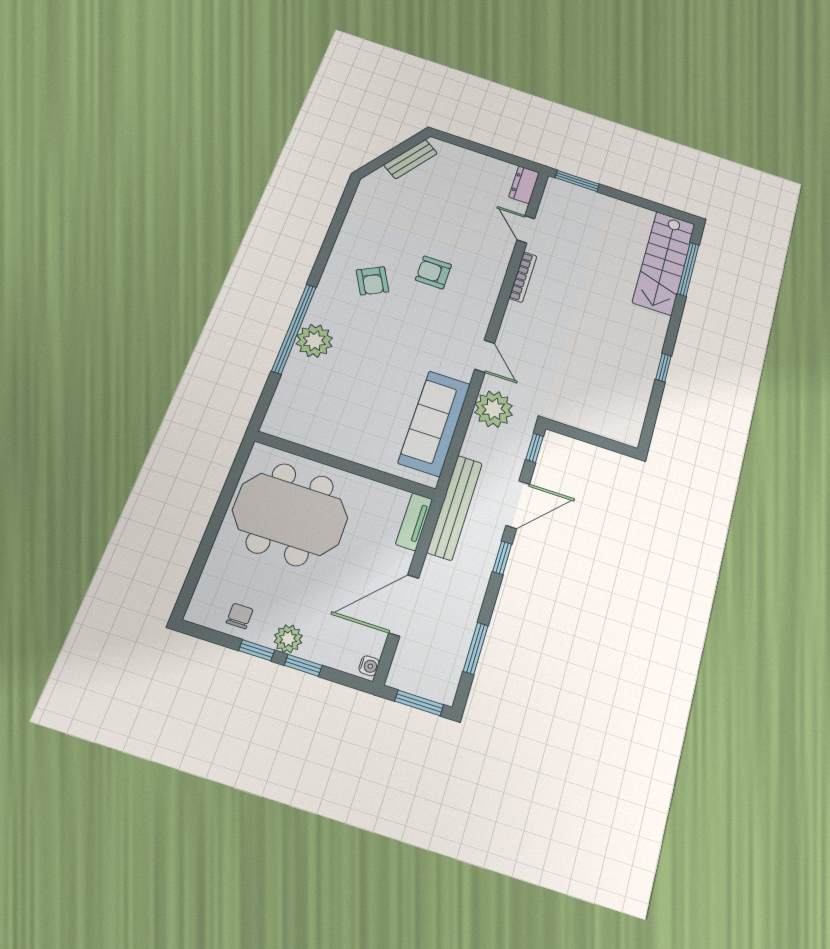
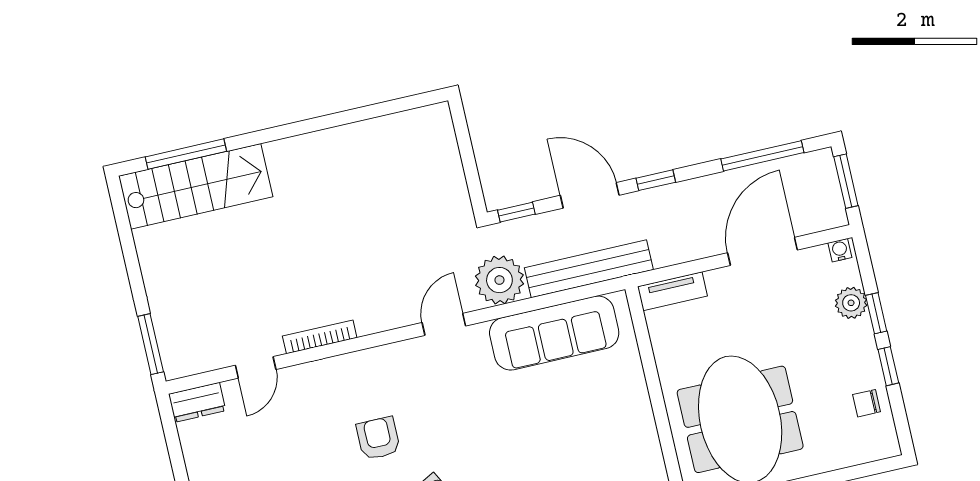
armchair: (433, 272) -> (378, 438), turned 180
window: (664, 367) -> (332, 121), removed
bench: (455, 507) -> (589, 269), moved
door: (404, 605) -> (762, 251), swing flipped
plant: (288, 639) -> (851, 303), moved
window: (476, 648) -> (762, 156), width x1.44

